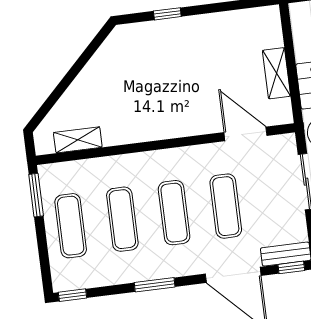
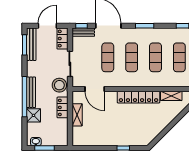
locker: (148, 128) -> (139, 97), added

